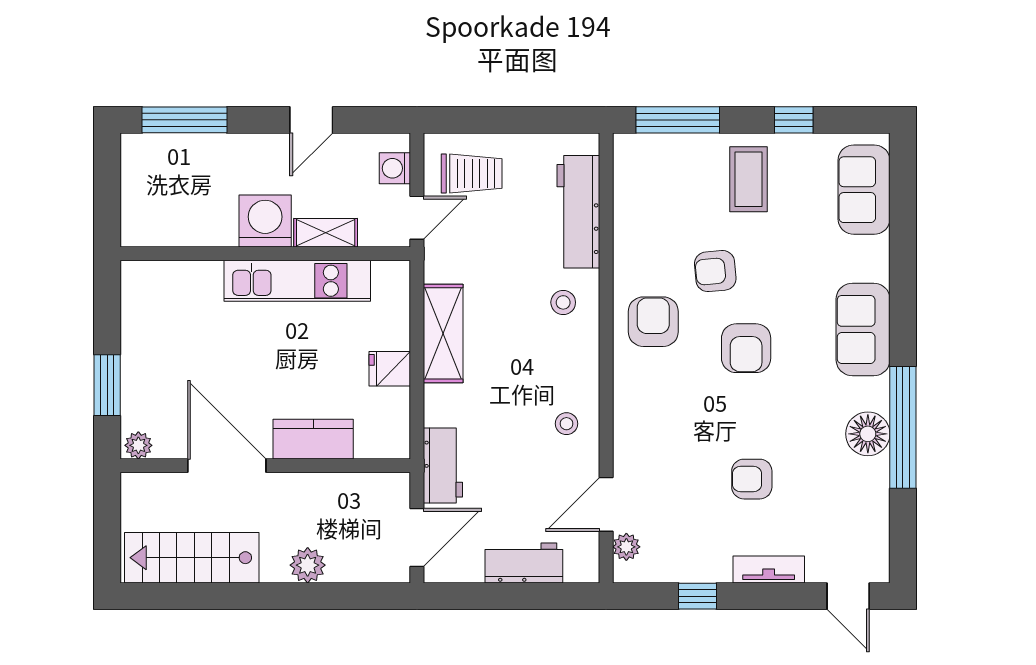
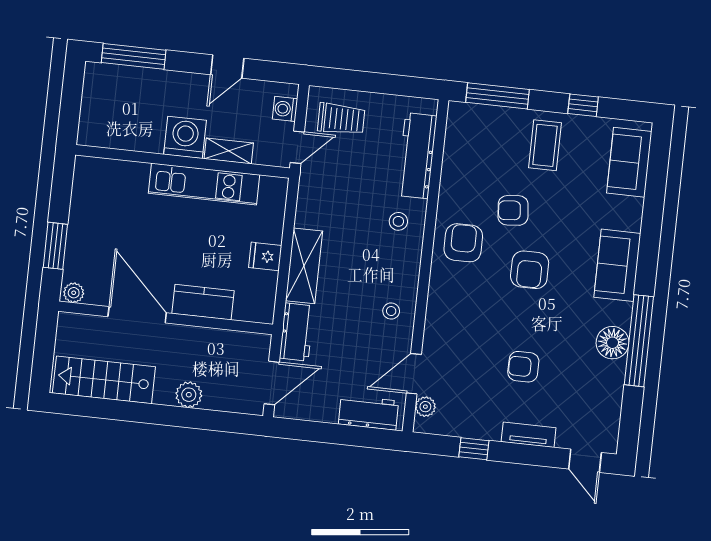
shelving: (443, 333) -> (304, 266), moved
workbench: (524, 563) -> (369, 413), moved

